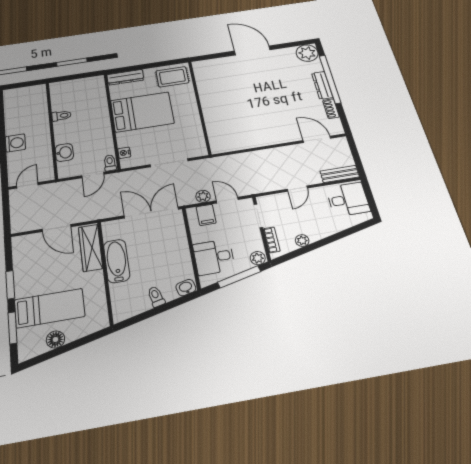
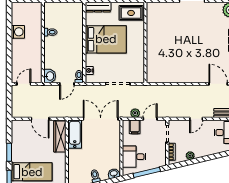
washing machine: (15, 143) -> (18, 32), moved
washbasin: (64, 152) -> (50, 76), moved
door: (227, 200) -> (150, 119), hinge flipped
plant: (258, 258) -> (160, 162), removed
bathtub: (117, 261) -> (75, 134), moved

